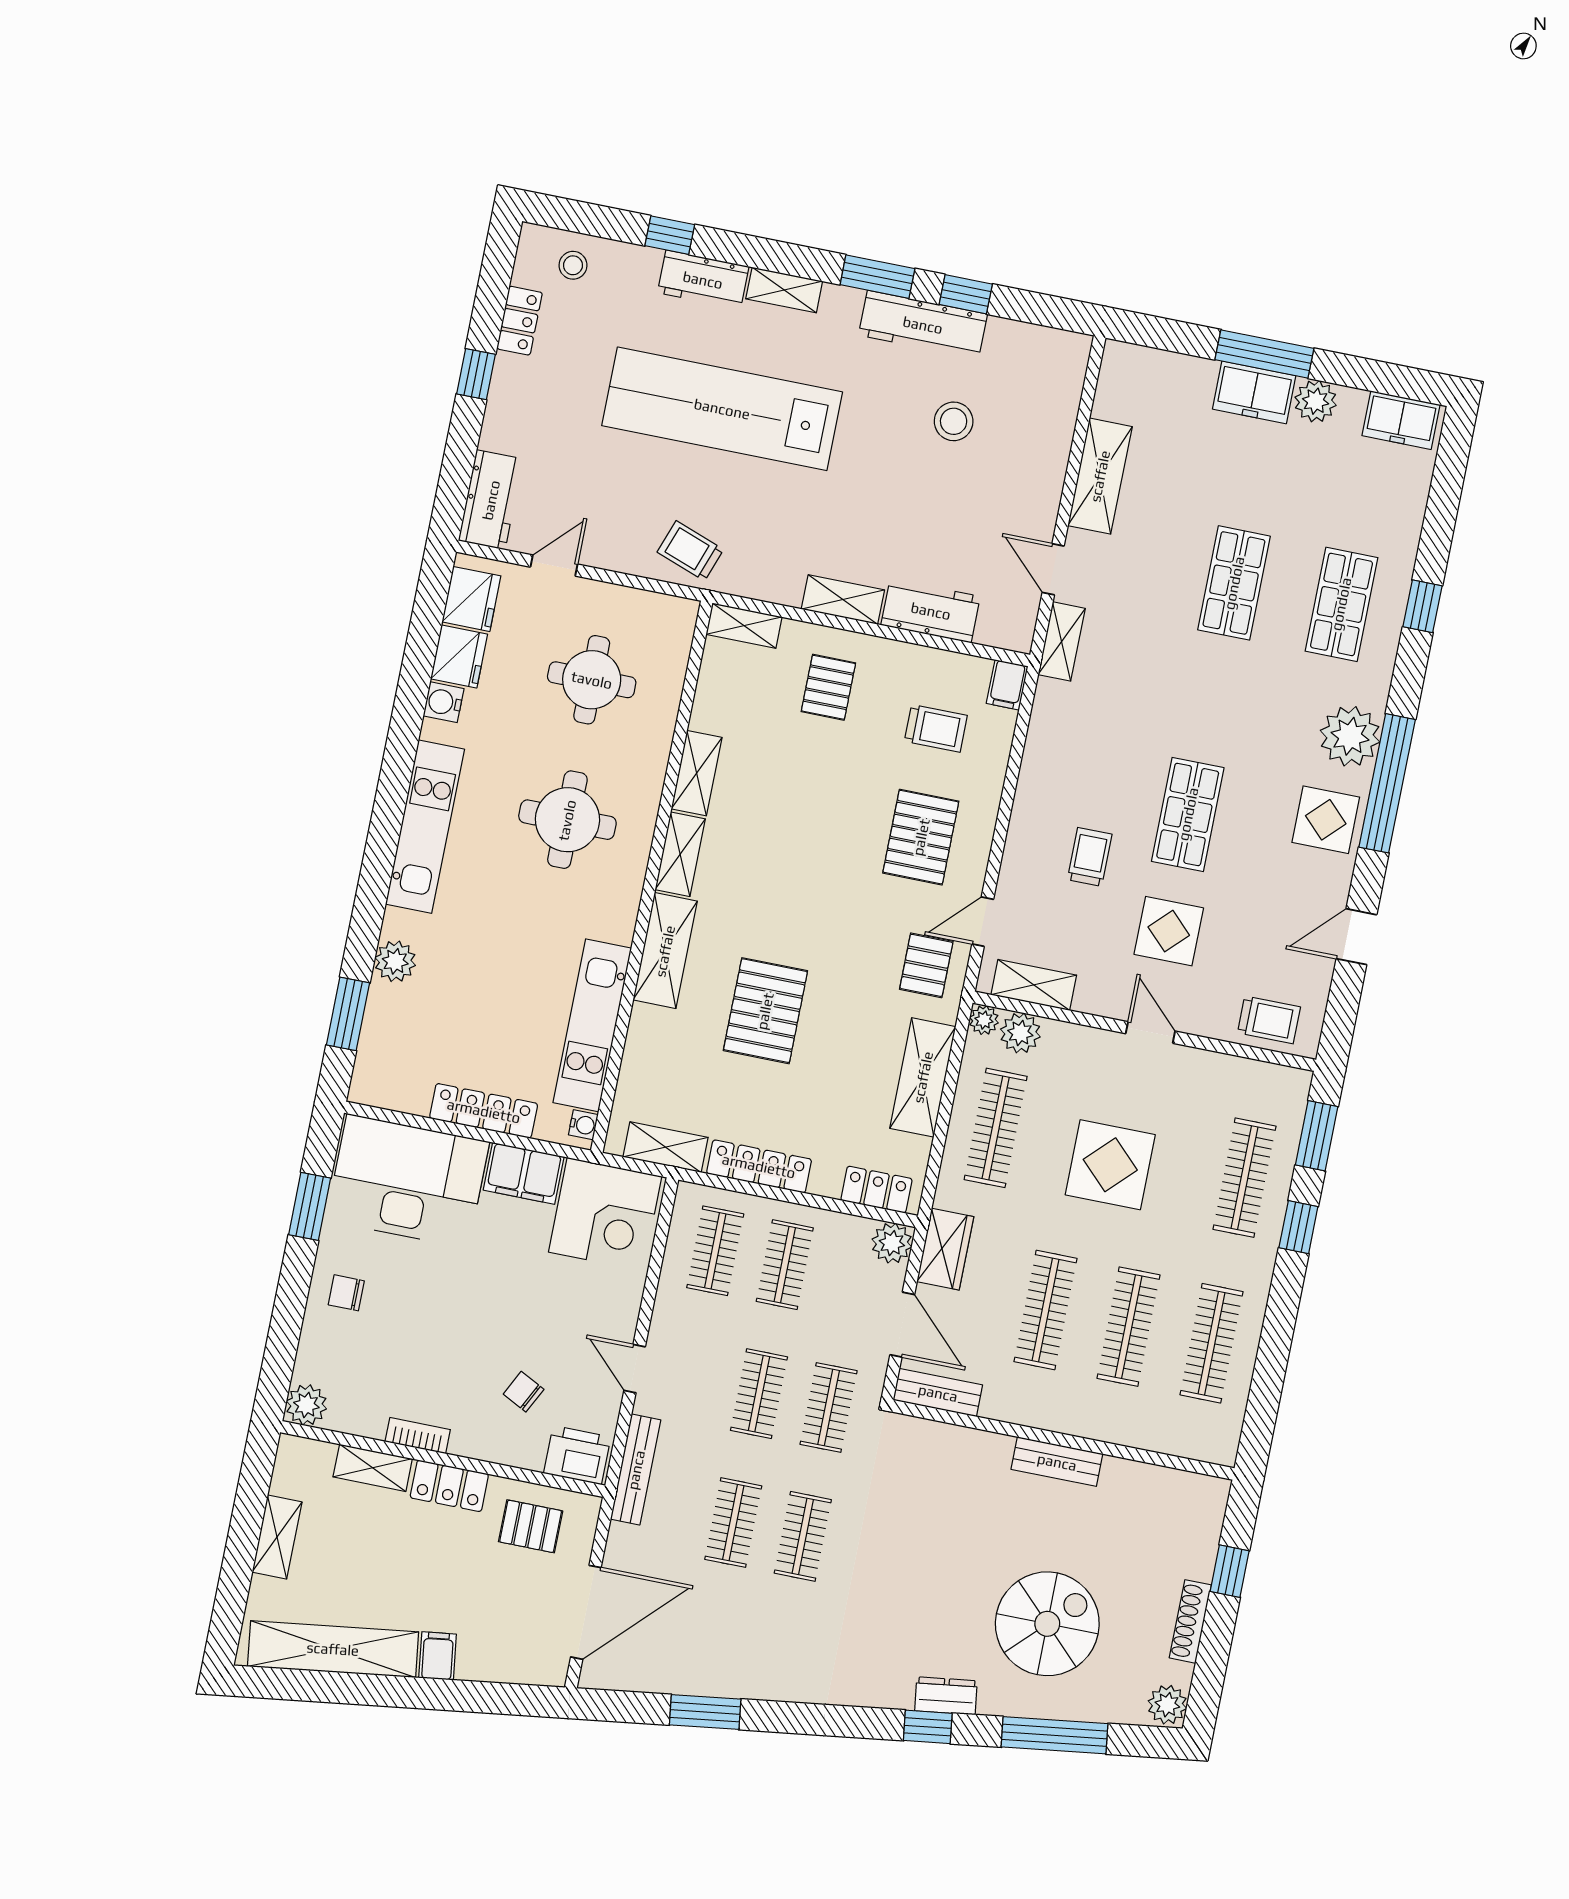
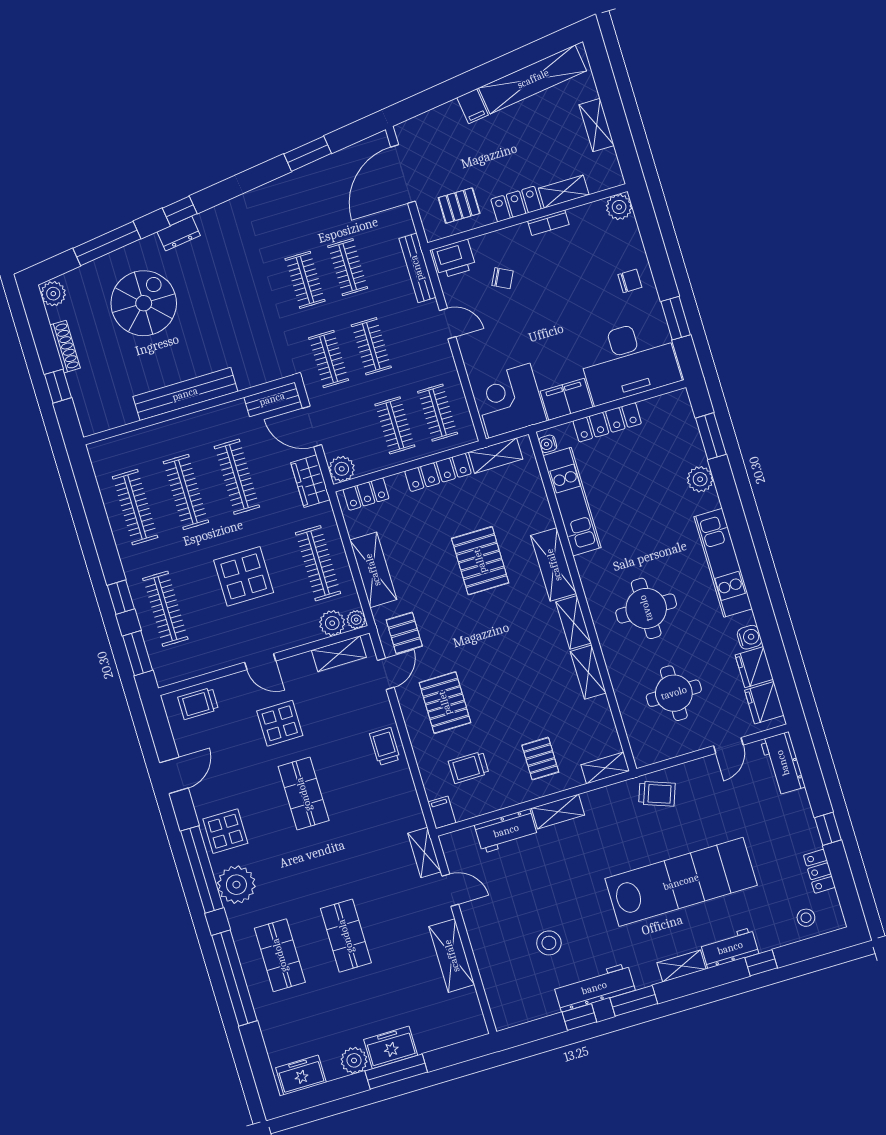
window: (1422, 606) -> (234, 978), width x3.17
trolley: (1090, 857) -> (385, 746), moved, turned 180
bench: (1057, 1462) -> (185, 394), width x1.86, depth x1.21
spiral stairs: (1047, 1624) -> (144, 303), turned 180

